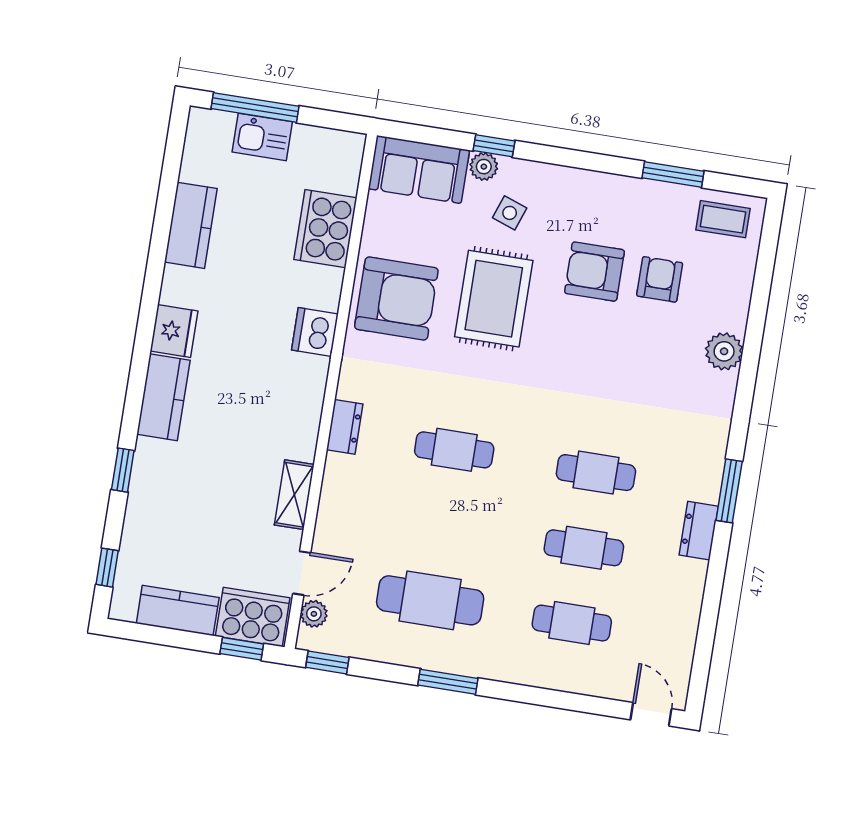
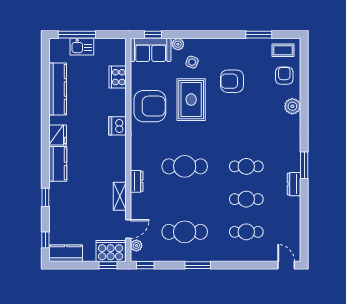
window: (494, 146) -> (153, 35), moved
kitchen counter: (191, 225) -> (58, 89), width x1.50
cooker: (325, 229) -> (118, 77), width x0.73, depth x0.76
armchair: (660, 279) -> (284, 76), moved
dresser: (345, 427) -> (137, 181), moved
cafe table: (454, 450) -> (185, 166), width x1.37, depth x1.35
kitchen counter: (178, 611) -> (66, 253), moved

